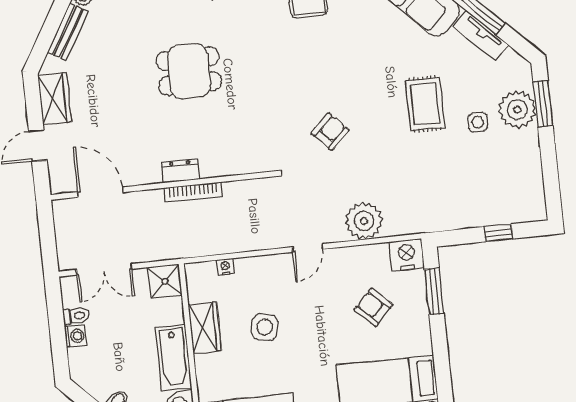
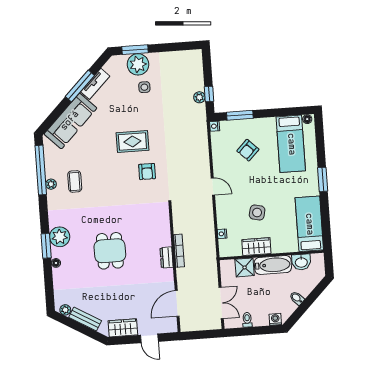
rug: (425, 104) -> (132, 142), moved
armchair: (330, 132) -> (147, 172), turned -136
plant: (364, 221) -> (199, 97), moved, width x0.53, depth x0.53
window: (498, 233) -> (209, 94), moved
nightstand: (407, 255) -> (215, 126), width x0.53, depth x0.56
shower: (165, 281) -> (245, 267), moved
washing machine: (75, 336) -> (275, 319), moved

